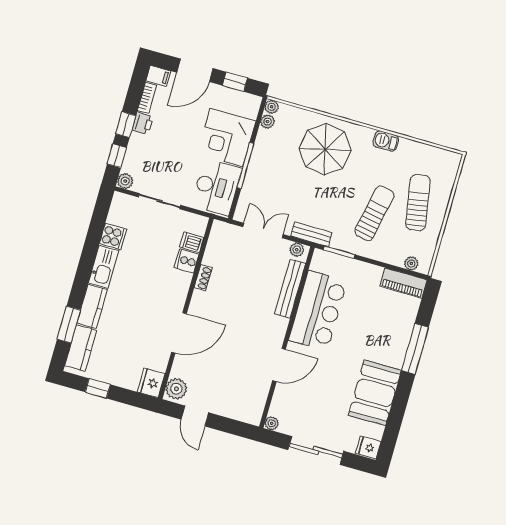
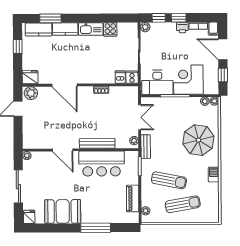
cooker: (187, 261) -> (132, 77), moved
piano: (404, 283) -> (133, 198), moved
bench: (290, 289) -> (97, 143), moved

